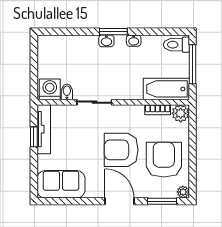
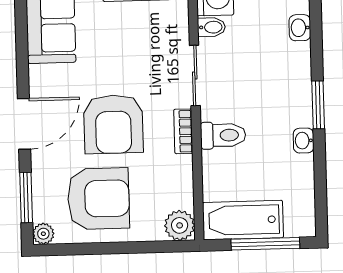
washbasin: (106, 41) -> (300, 28), moved
toilet: (176, 45) -> (223, 135), moved, turned 90
bathtub: (166, 89) -> (243, 220), moved, turned -90
bookcase: (158, 110) -> (183, 131), moved
armchair: (121, 150) -> (113, 124), turned 180

